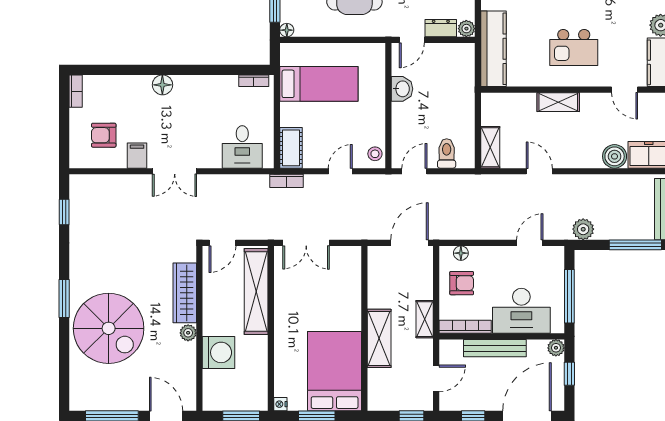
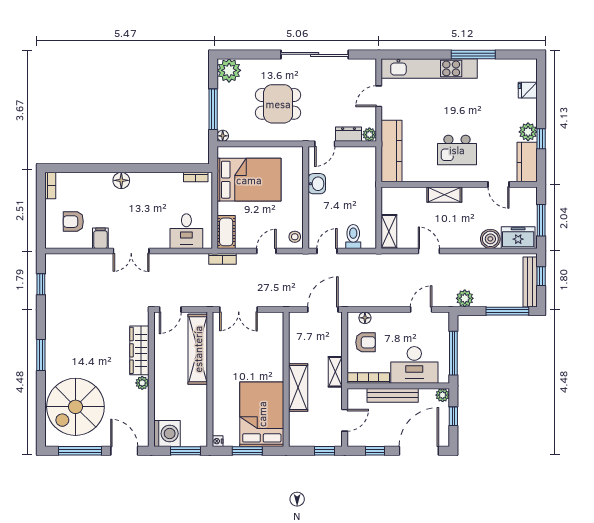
bed: (319, 84) -> (249, 180), width x1.50
spiral stairs: (109, 328) -> (75, 407), moved, turned 90
washing machine: (218, 352) -> (167, 434), moved

